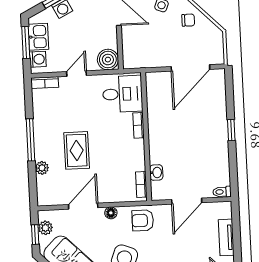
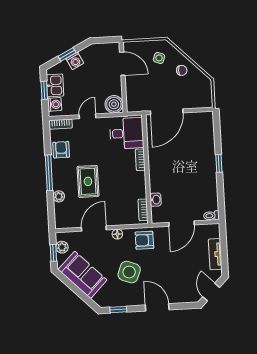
window: (26, 42) -> (44, 90), width x0.67
door: (190, 68) -> (167, 112), moved
armchair: (45, 113) -> (61, 150), added

